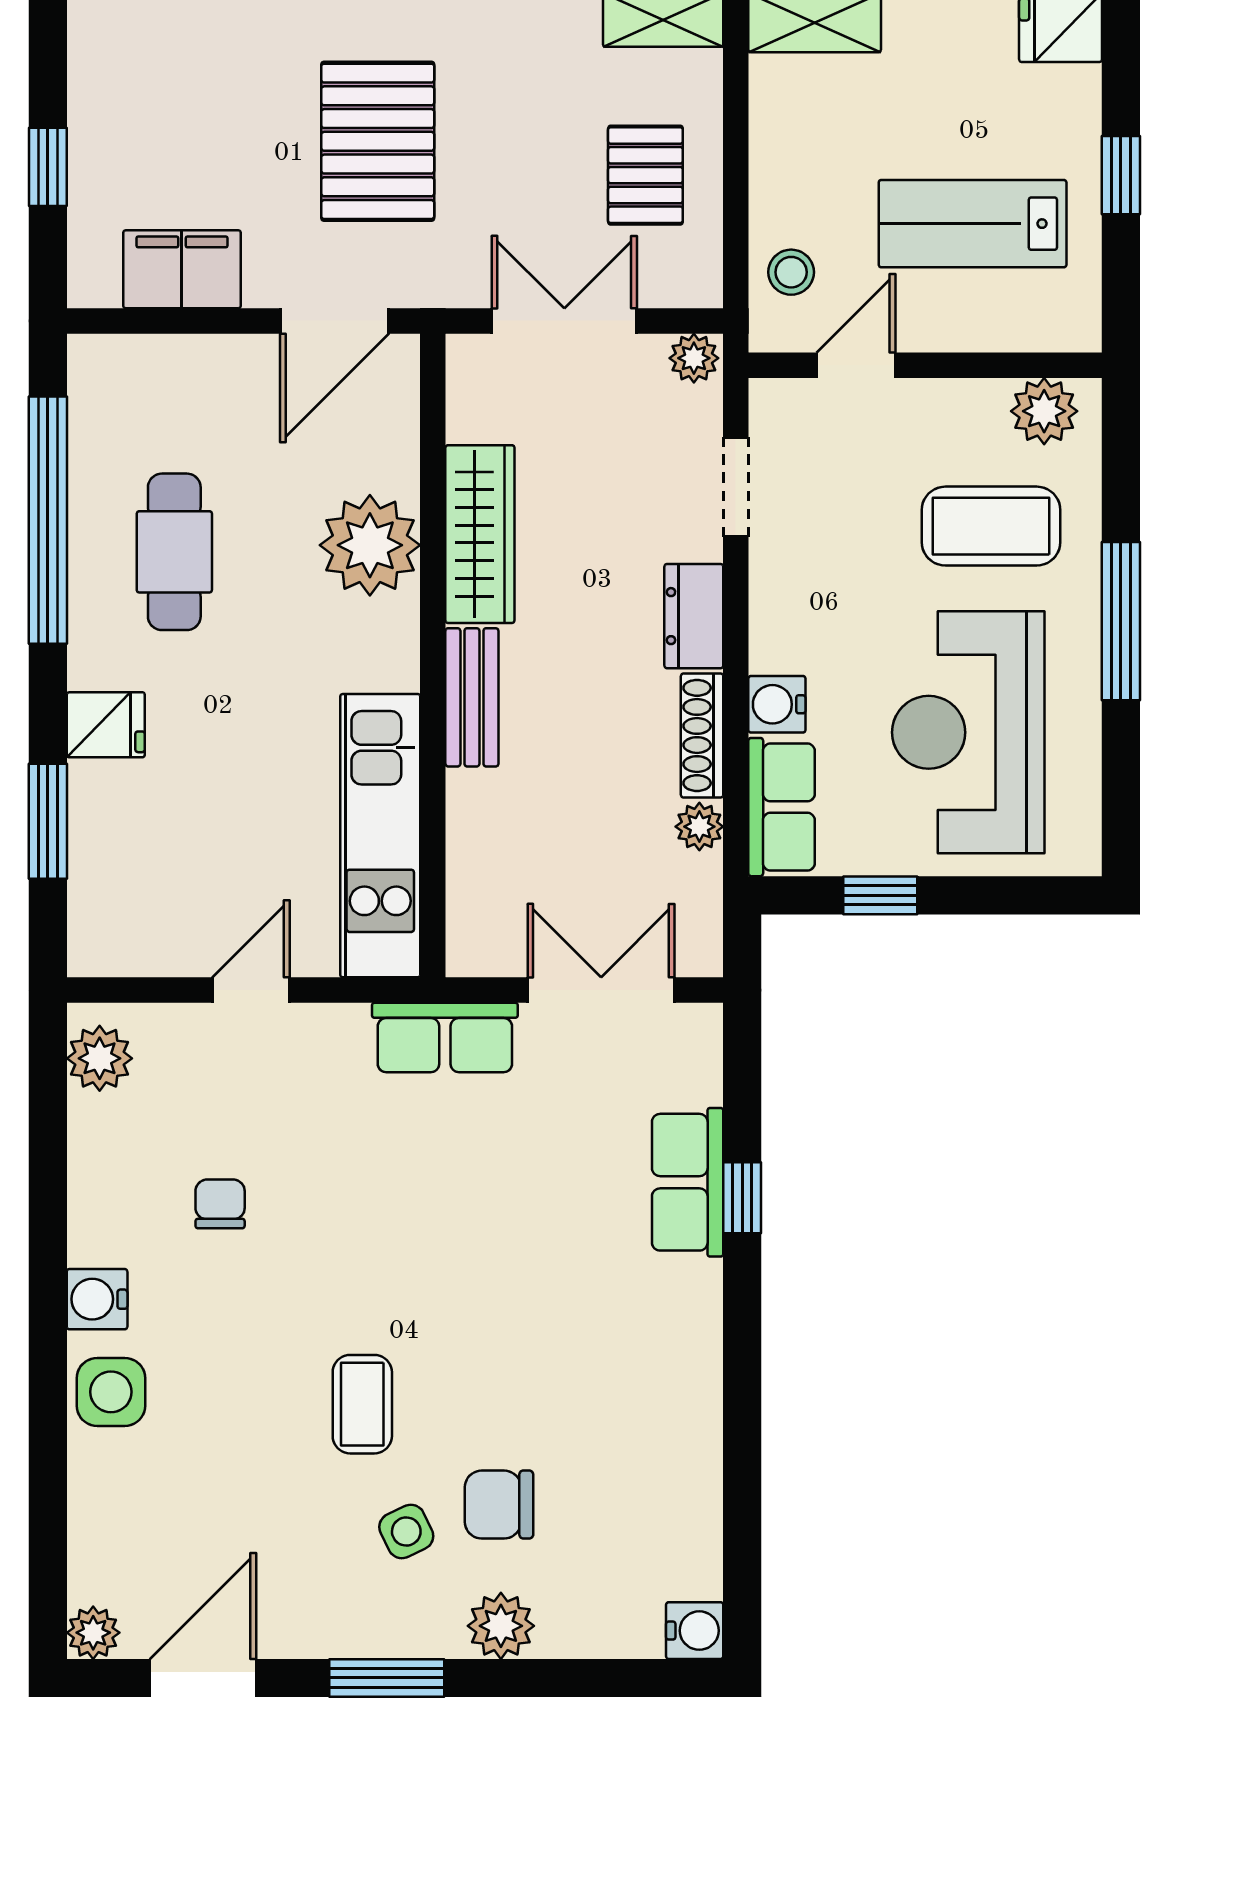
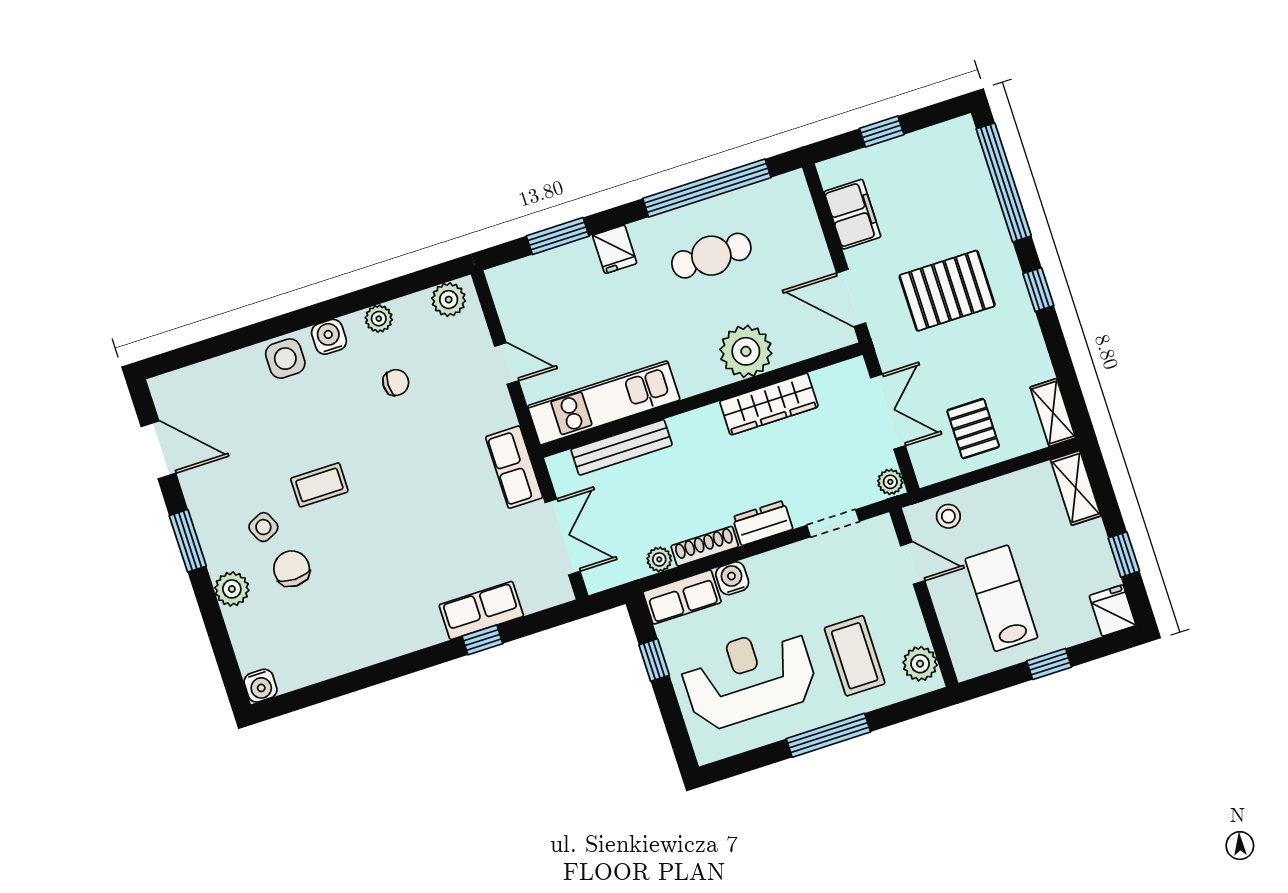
pallet: (645, 175) -> (973, 429), turned 90
bench: (472, 697) -> (622, 447), moved, width x1.36
plant: (93, 1633) -> (379, 319), moved

